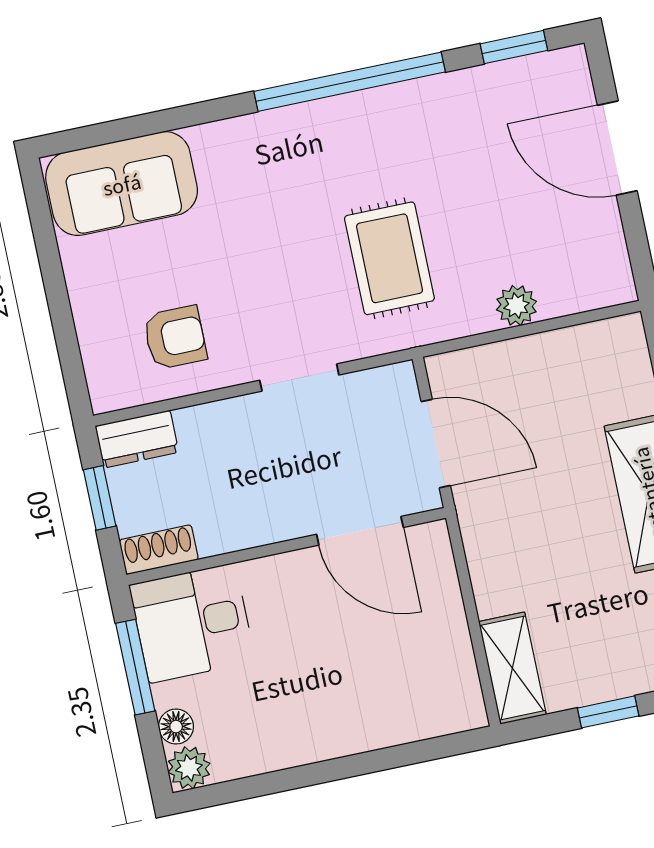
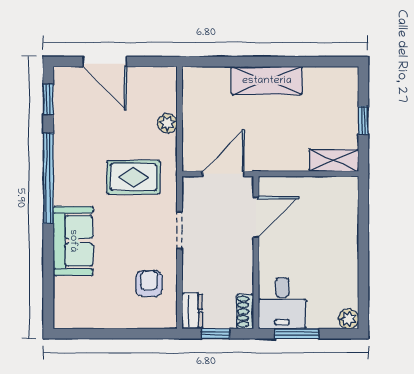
door: (617, 148) -> (105, 62), hinge flipped
sofa: (122, 184) -> (73, 241), moved
floor lamp: (176, 727) -> (328, 321), removed

